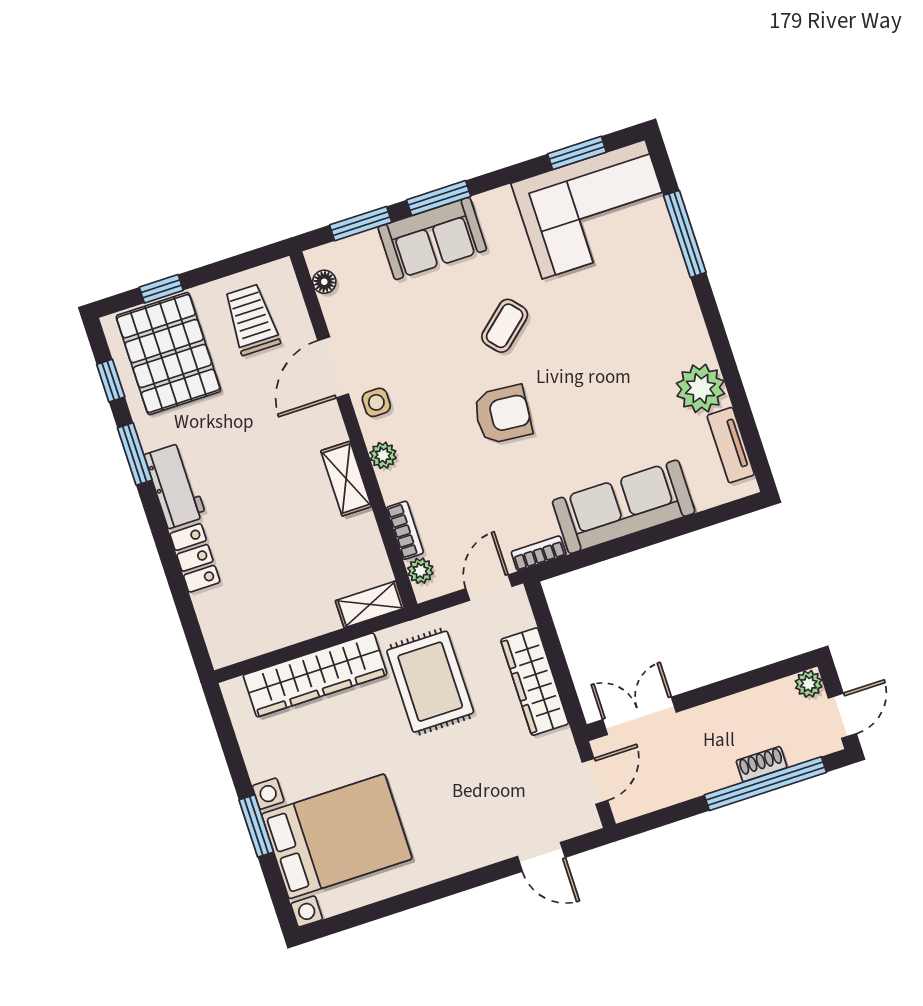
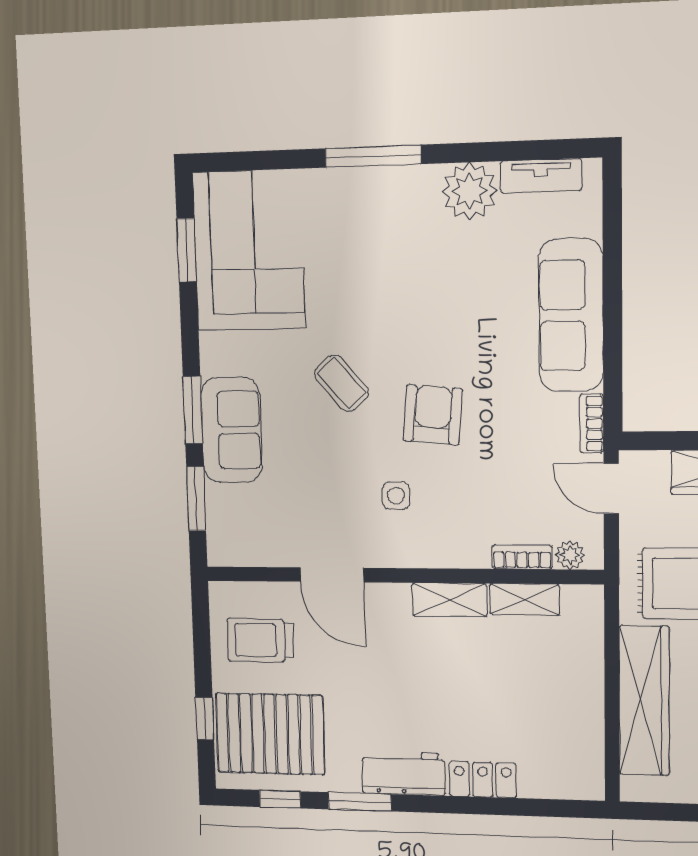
window: (685, 234) -> (373, 156), moved
floor lamp: (324, 282) -> (244, 555), removed
side table: (376, 402) -> (396, 496), moved
plant: (383, 455) -> (437, 554), removed
shelving: (370, 604) -> (524, 599), moved, turned 90

